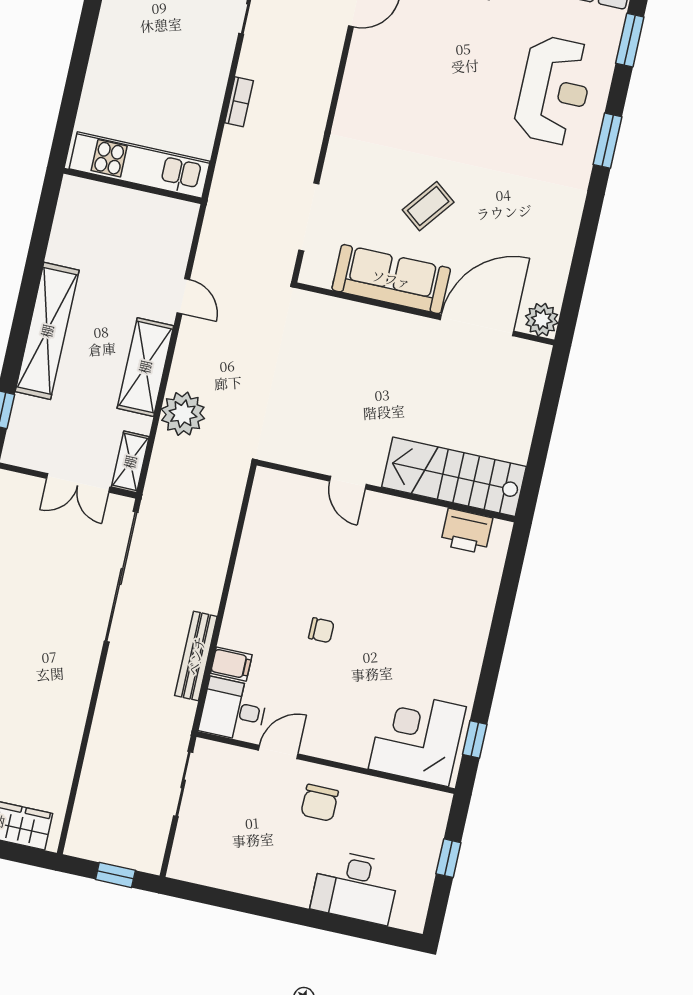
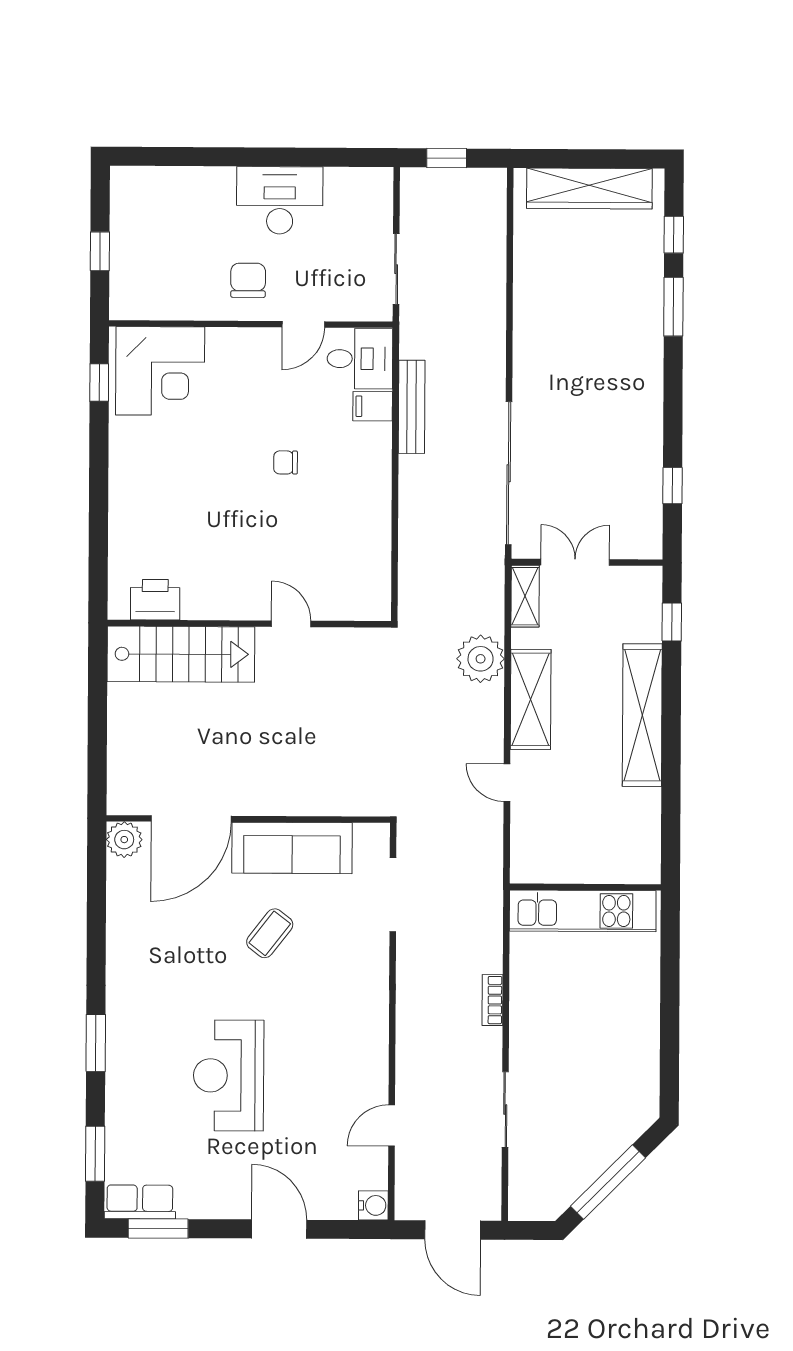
reception desk: (554, 90) -> (229, 1075), moved
desk: (355, 887) -> (280, 200), moved

